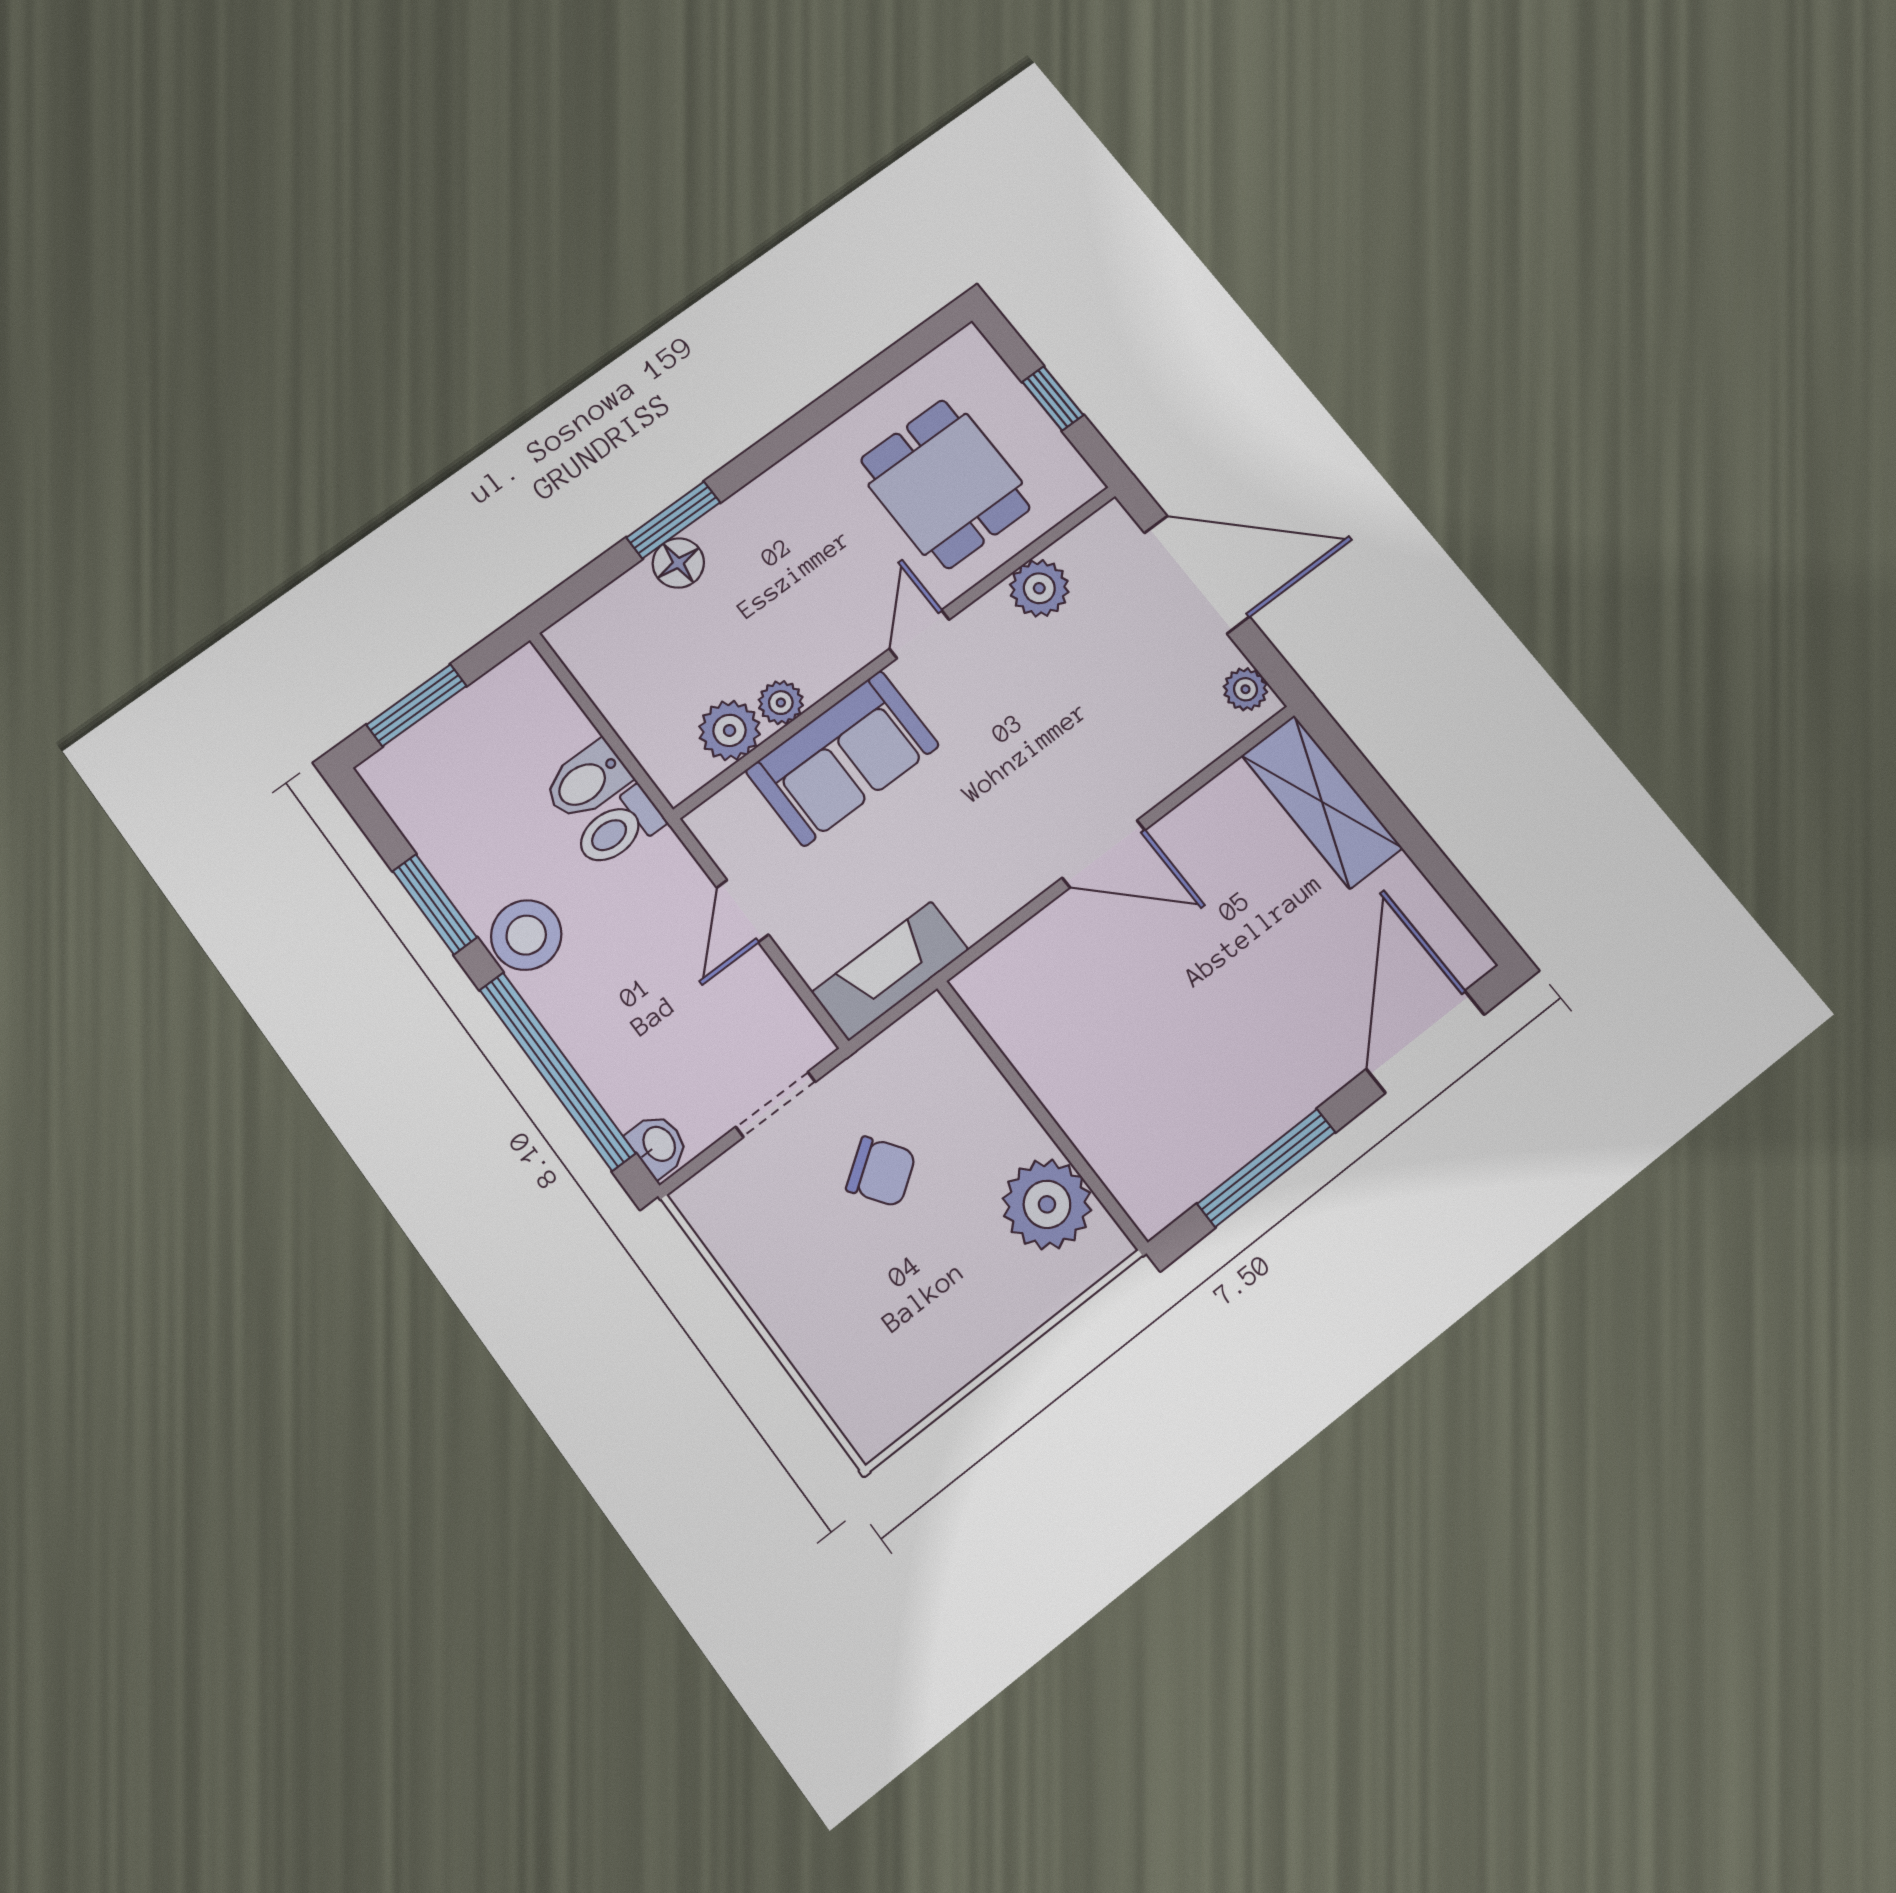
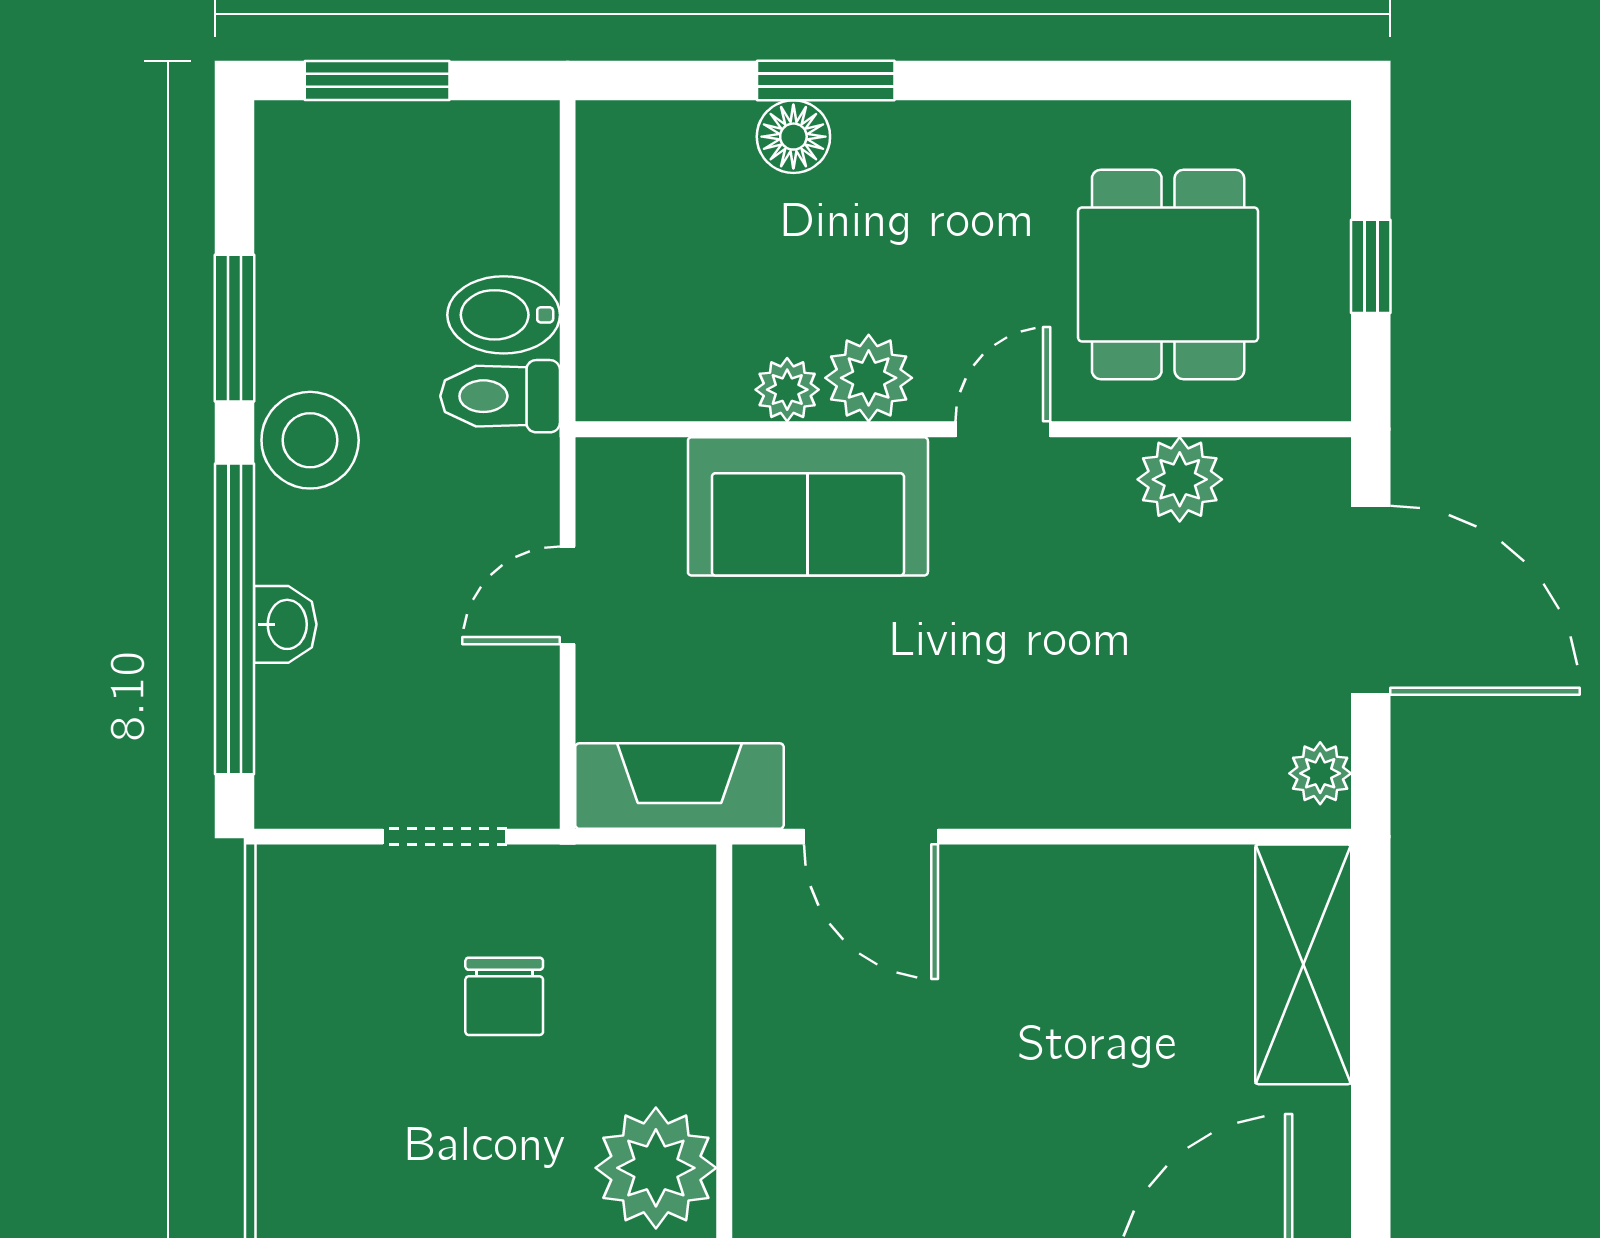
plant: (730, 730) -> (869, 378), moved
door: (1103, 854) -> (871, 837), moved
washbasin: (658, 1145) -> (285, 624), moved
chair: (881, 1172) -> (504, 996), turned 35

